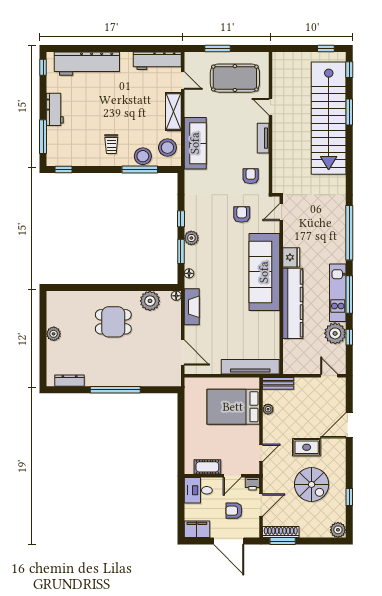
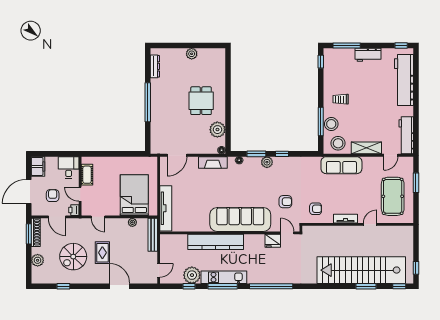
fridge: (291, 257) -> (273, 241), moved
bench: (278, 383) -> (153, 235), width x1.36
plant: (338, 530) -> (38, 260), moved

